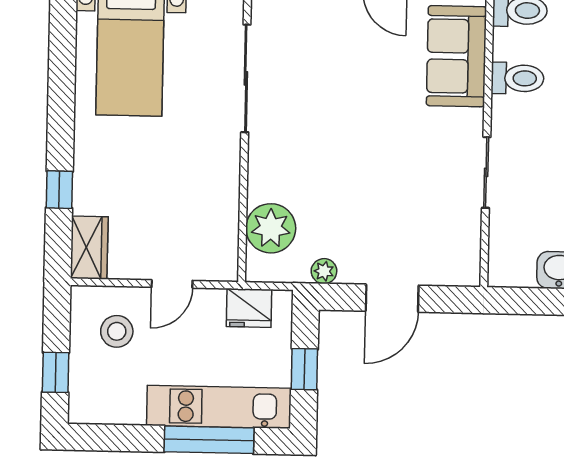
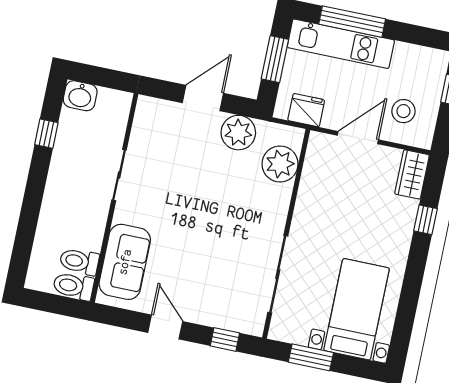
toilet: (517, 78) -> (79, 261), moved
plant: (324, 271) -> (238, 133), width x1.87, depth x1.87
door: (172, 284) -> (358, 138), width x1.38
window: (304, 369) -> (275, 59), width x1.50

